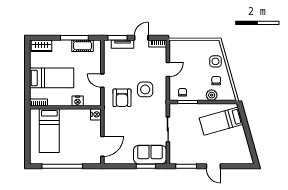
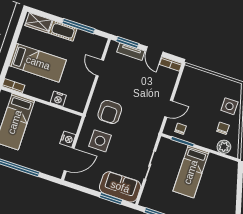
door: (141, 38) -> (154, 51), swing flipped
cot: (82, 46) -> (63, 31), moved
door: (168, 70) -> (169, 109), moved
door: (102, 81) -> (100, 68), moved
side table: (145, 89) -> (100, 141), moved
plant: (212, 95) -> (224, 147), moved
nightstand: (96, 114) -> (68, 139), moved
bed: (221, 121) -> (191, 172), moved, turned -74

